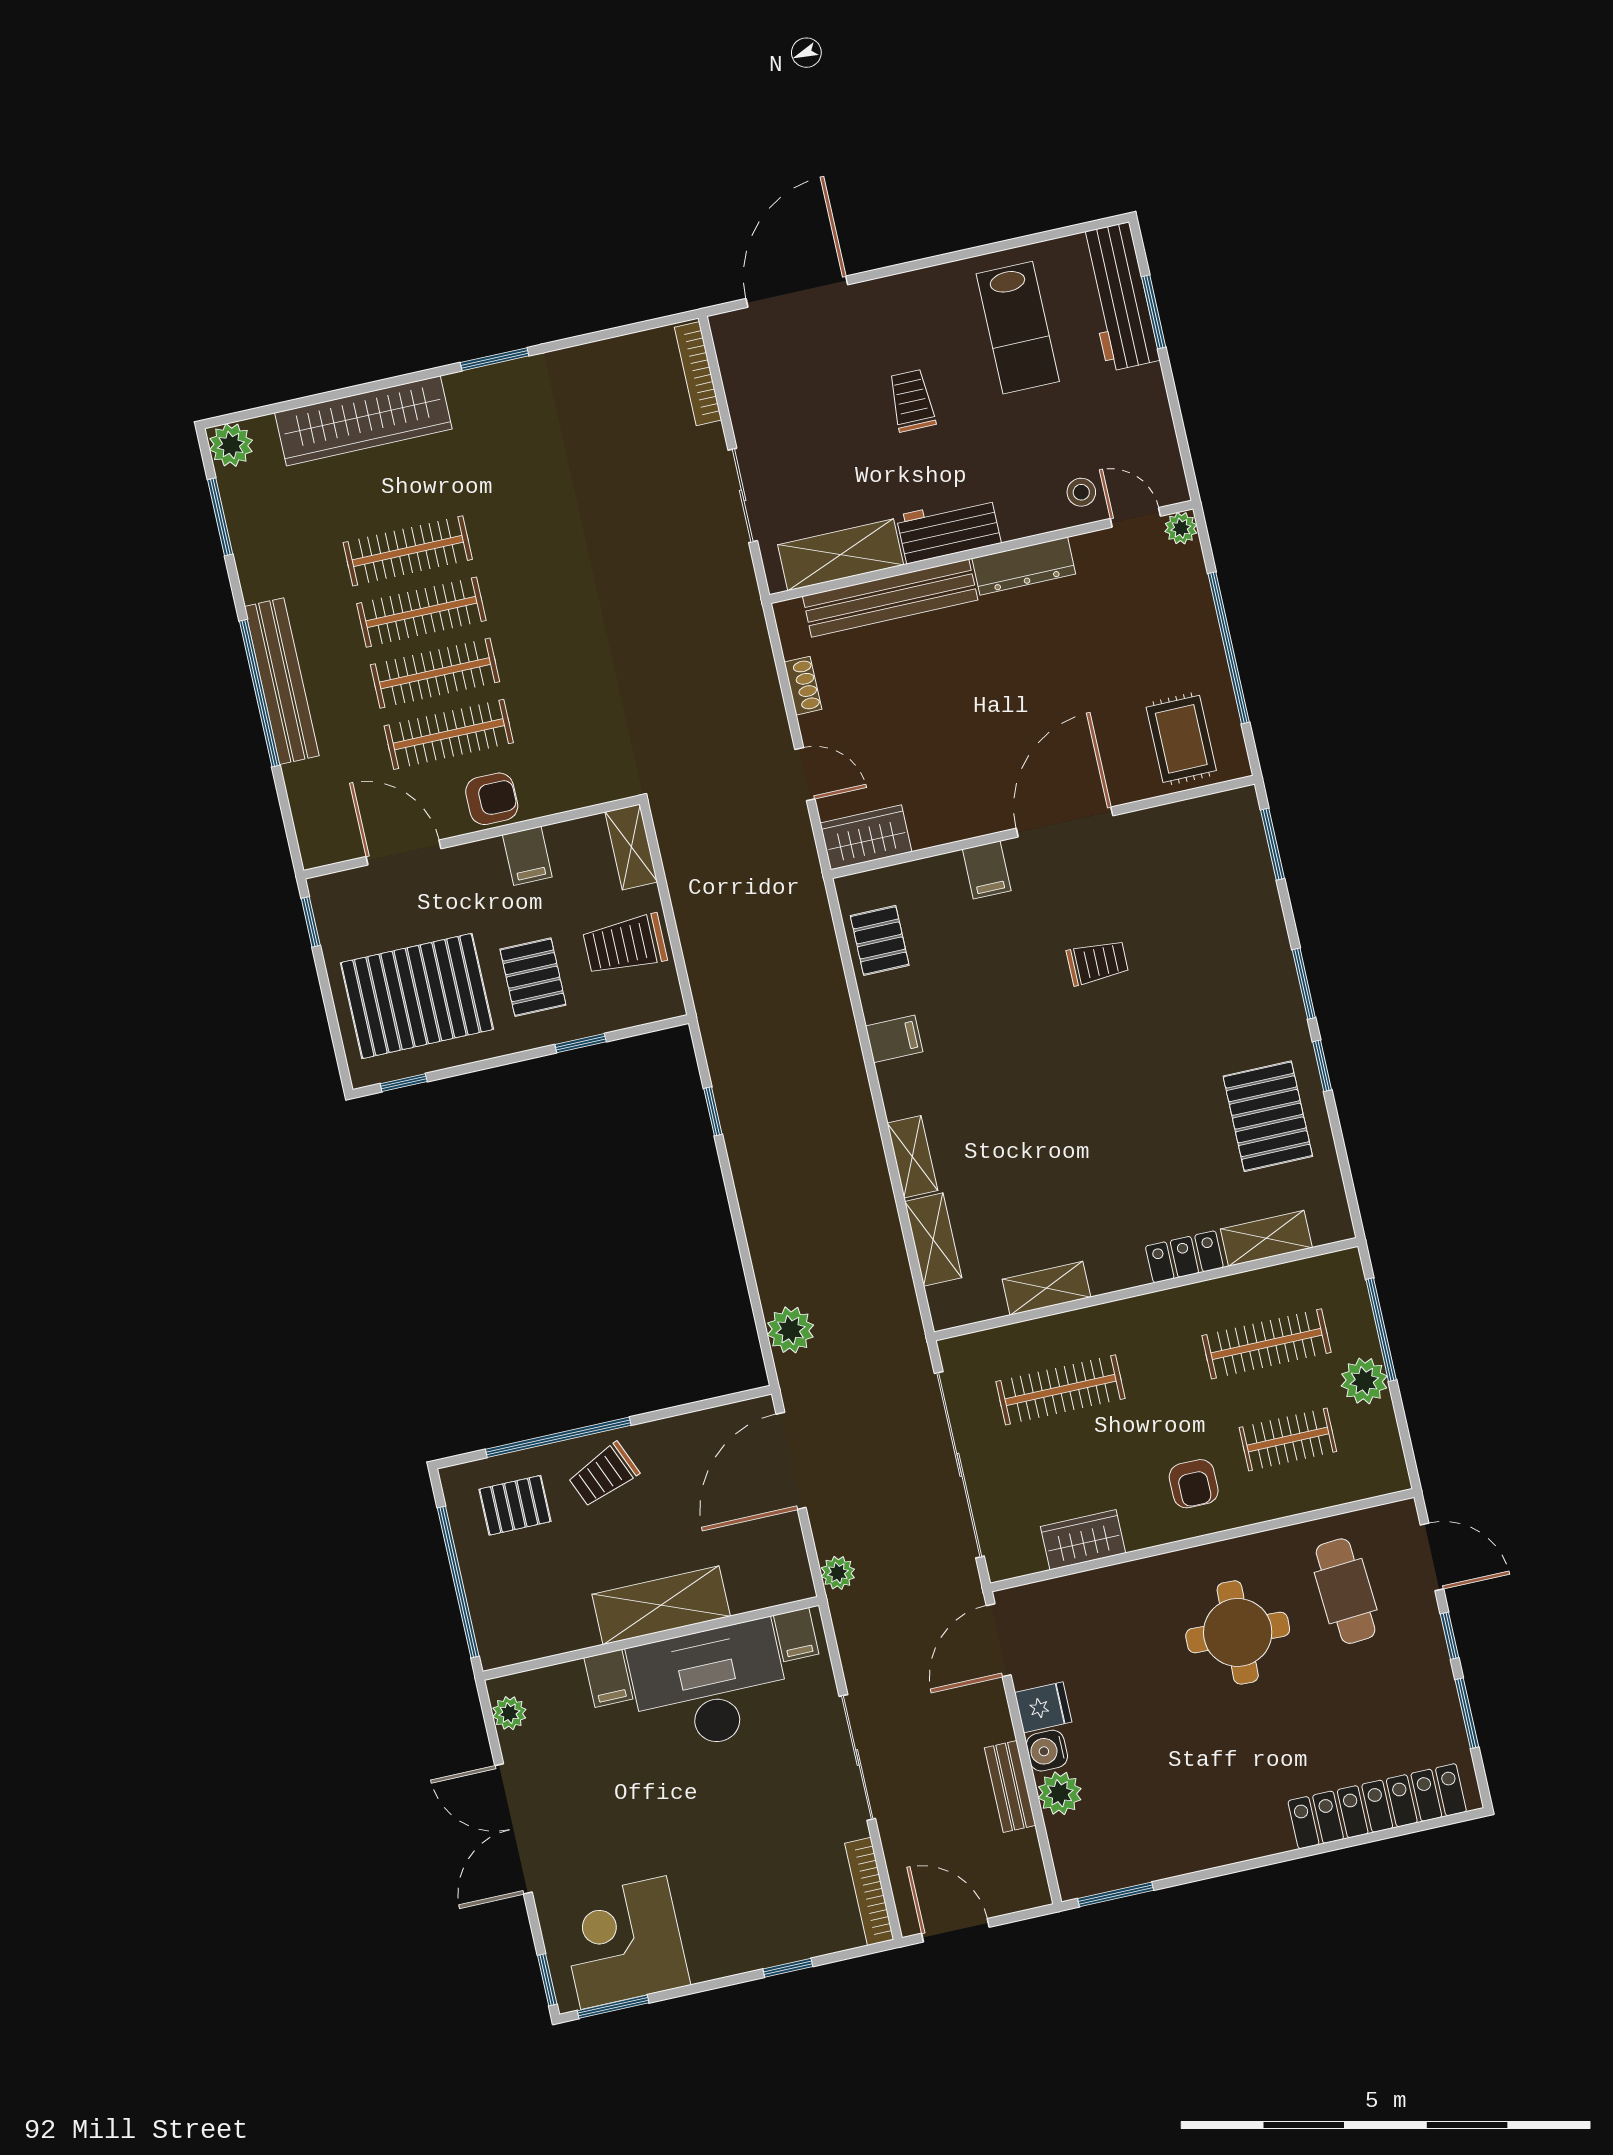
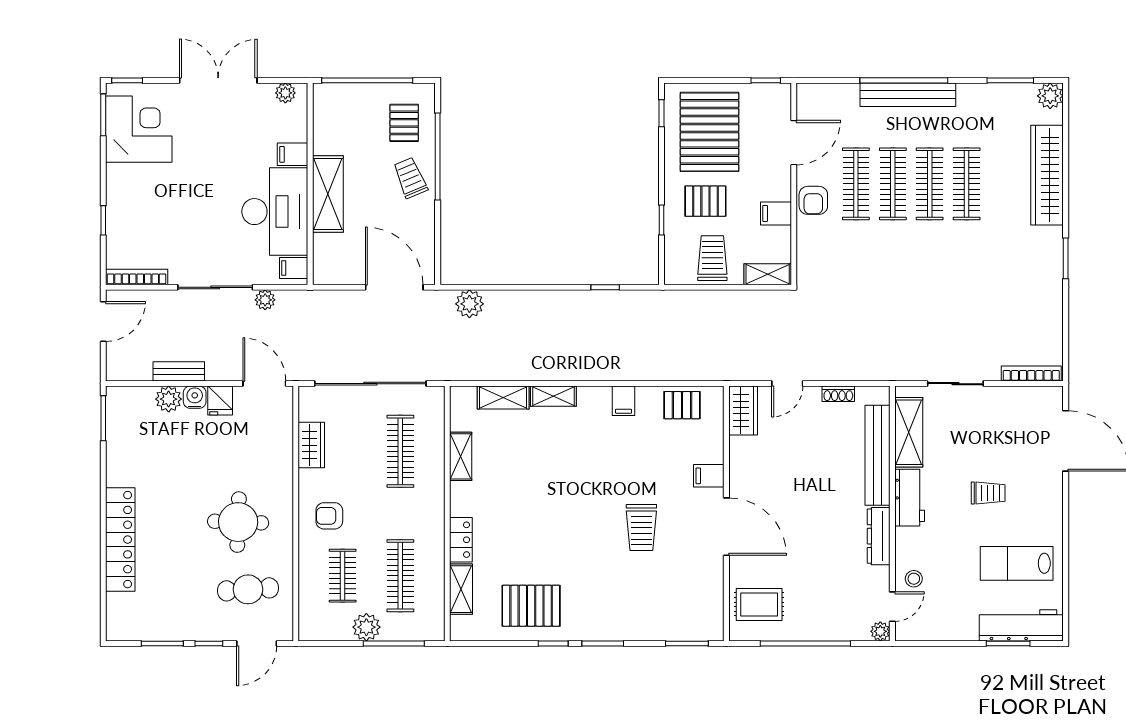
trolley: (1097, 962) -> (641, 528), width x1.36, depth x1.39
plant: (838, 1573) -> (265, 300), moved
locker: (1377, 1806) -> (120, 540), moved

